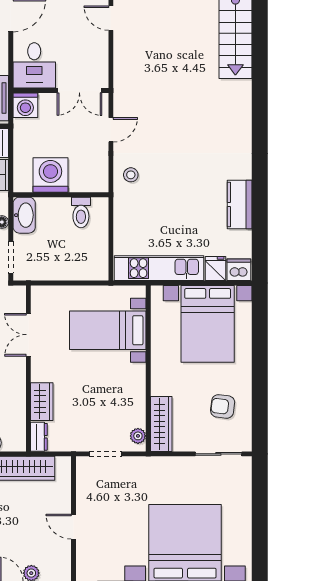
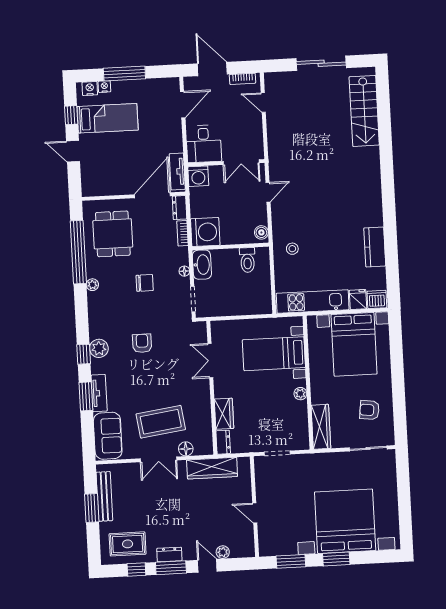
washing machine: (50, 175) -> (205, 232), moved, turned 90
stool: (131, 175) -> (292, 249), moved
boiler: (100, 179) -> (261, 232), added
plant: (138, 436) -> (300, 394), moved

